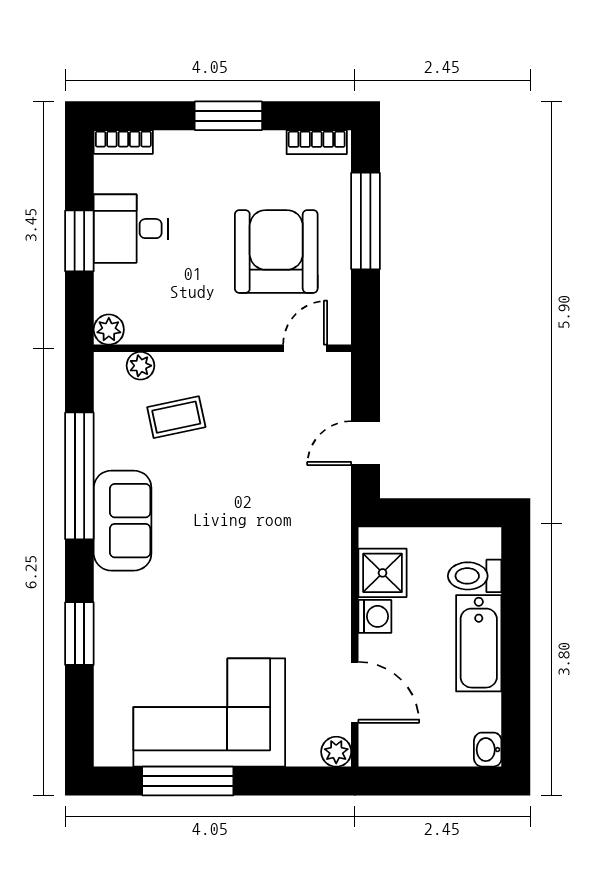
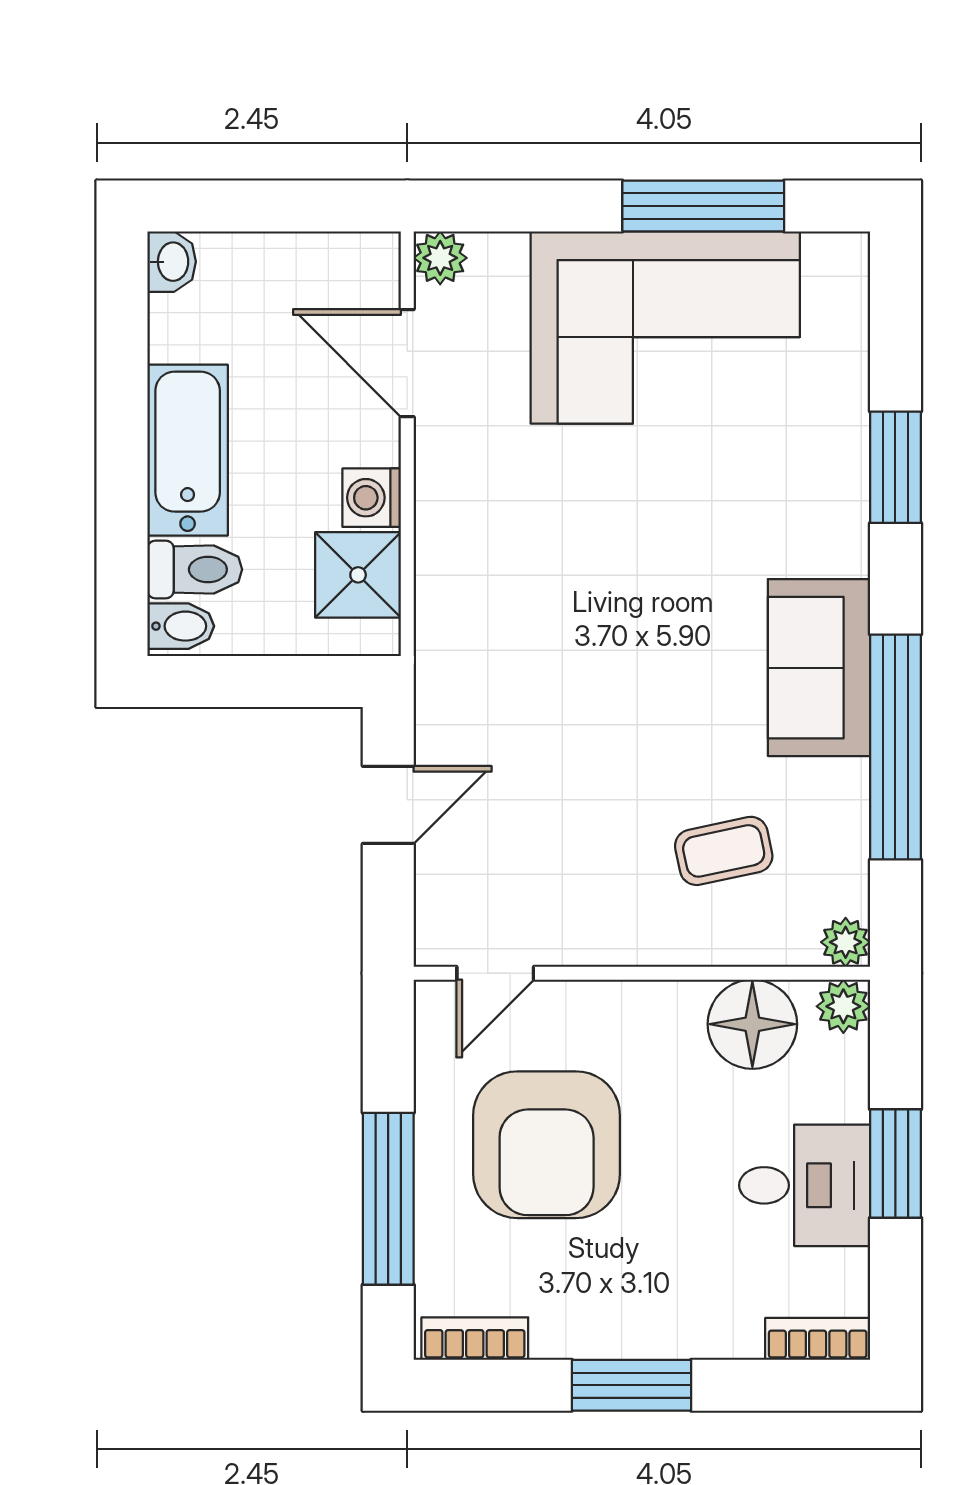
floor lamp: (160, 319) -> (752, 1024), added
plant: (140, 366) -> (846, 942), moved
bidet: (483, 544) -> (181, 626), added

